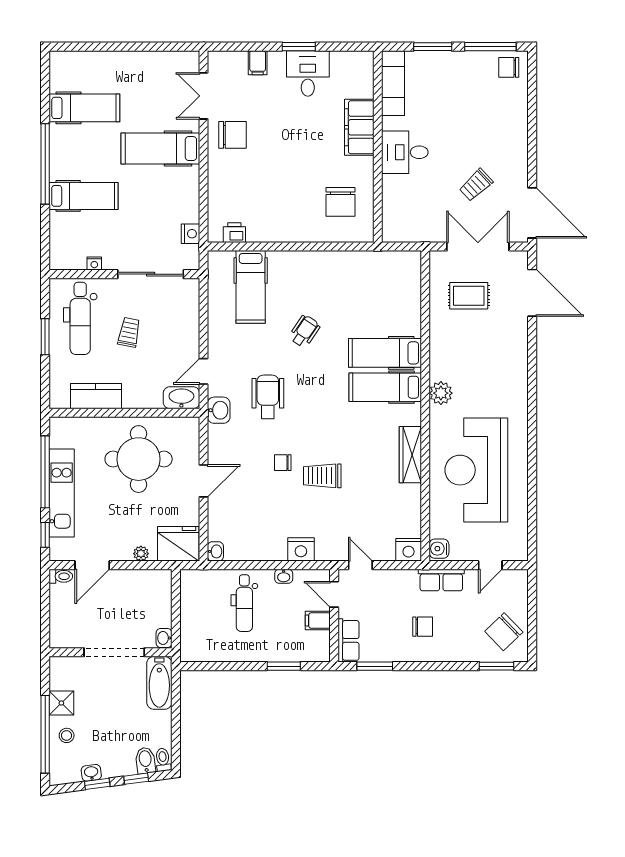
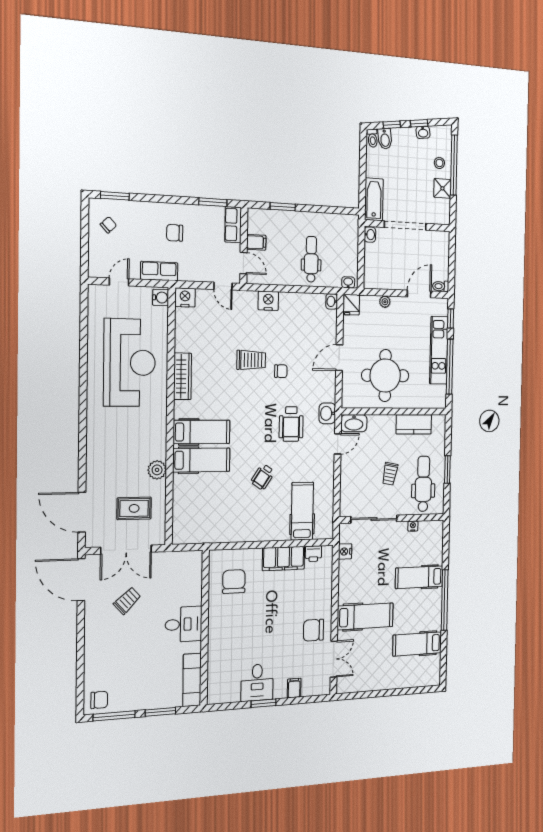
filing cabinet: (359, 127) -> (283, 559), moved, turned 90
plant: (441, 393) -> (157, 470), moved
fridge: (178, 544) -> (351, 305), width x0.53, depth x0.75
washbasin: (284, 576) -> (348, 282), moved
chair: (504, 632) -> (108, 225), width x0.54, depth x0.54

